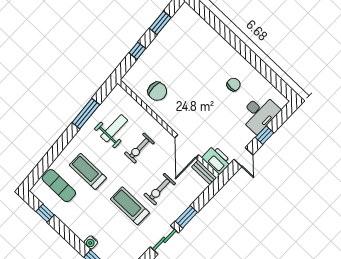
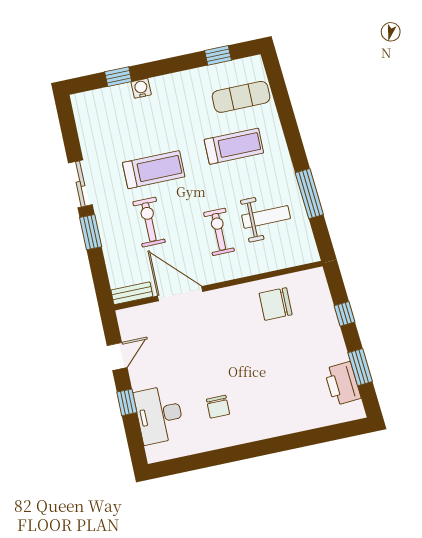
weight bench: (114, 128) -> (266, 217), turned -90
door: (243, 157) -> (117, 356), swing flipped
printer: (217, 160) -> (342, 383), moved, turned 86

